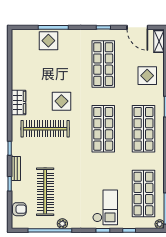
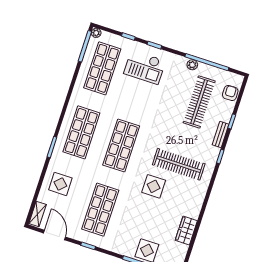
wardrobe: (18, 102) -> (186, 230), moved
checkout: (105, 207) -> (145, 67), turned -90
armchair: (19, 209) -> (230, 93), turned 89

